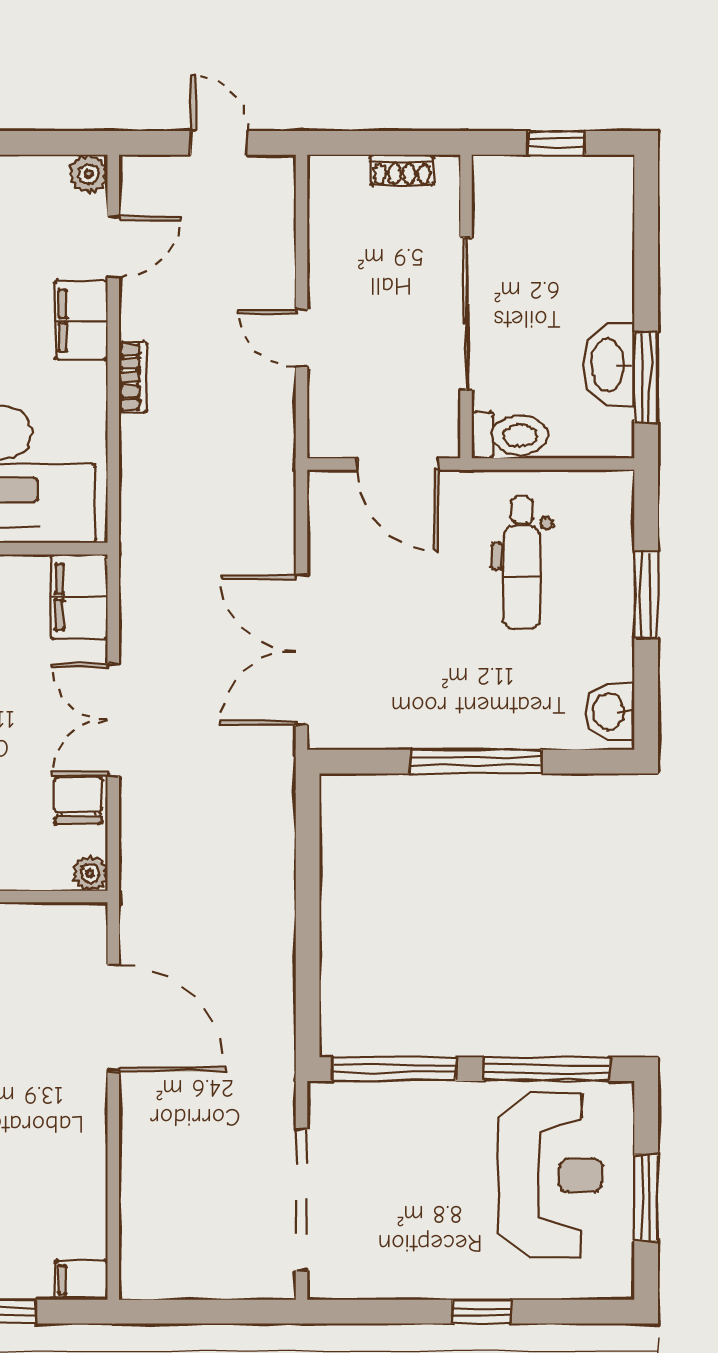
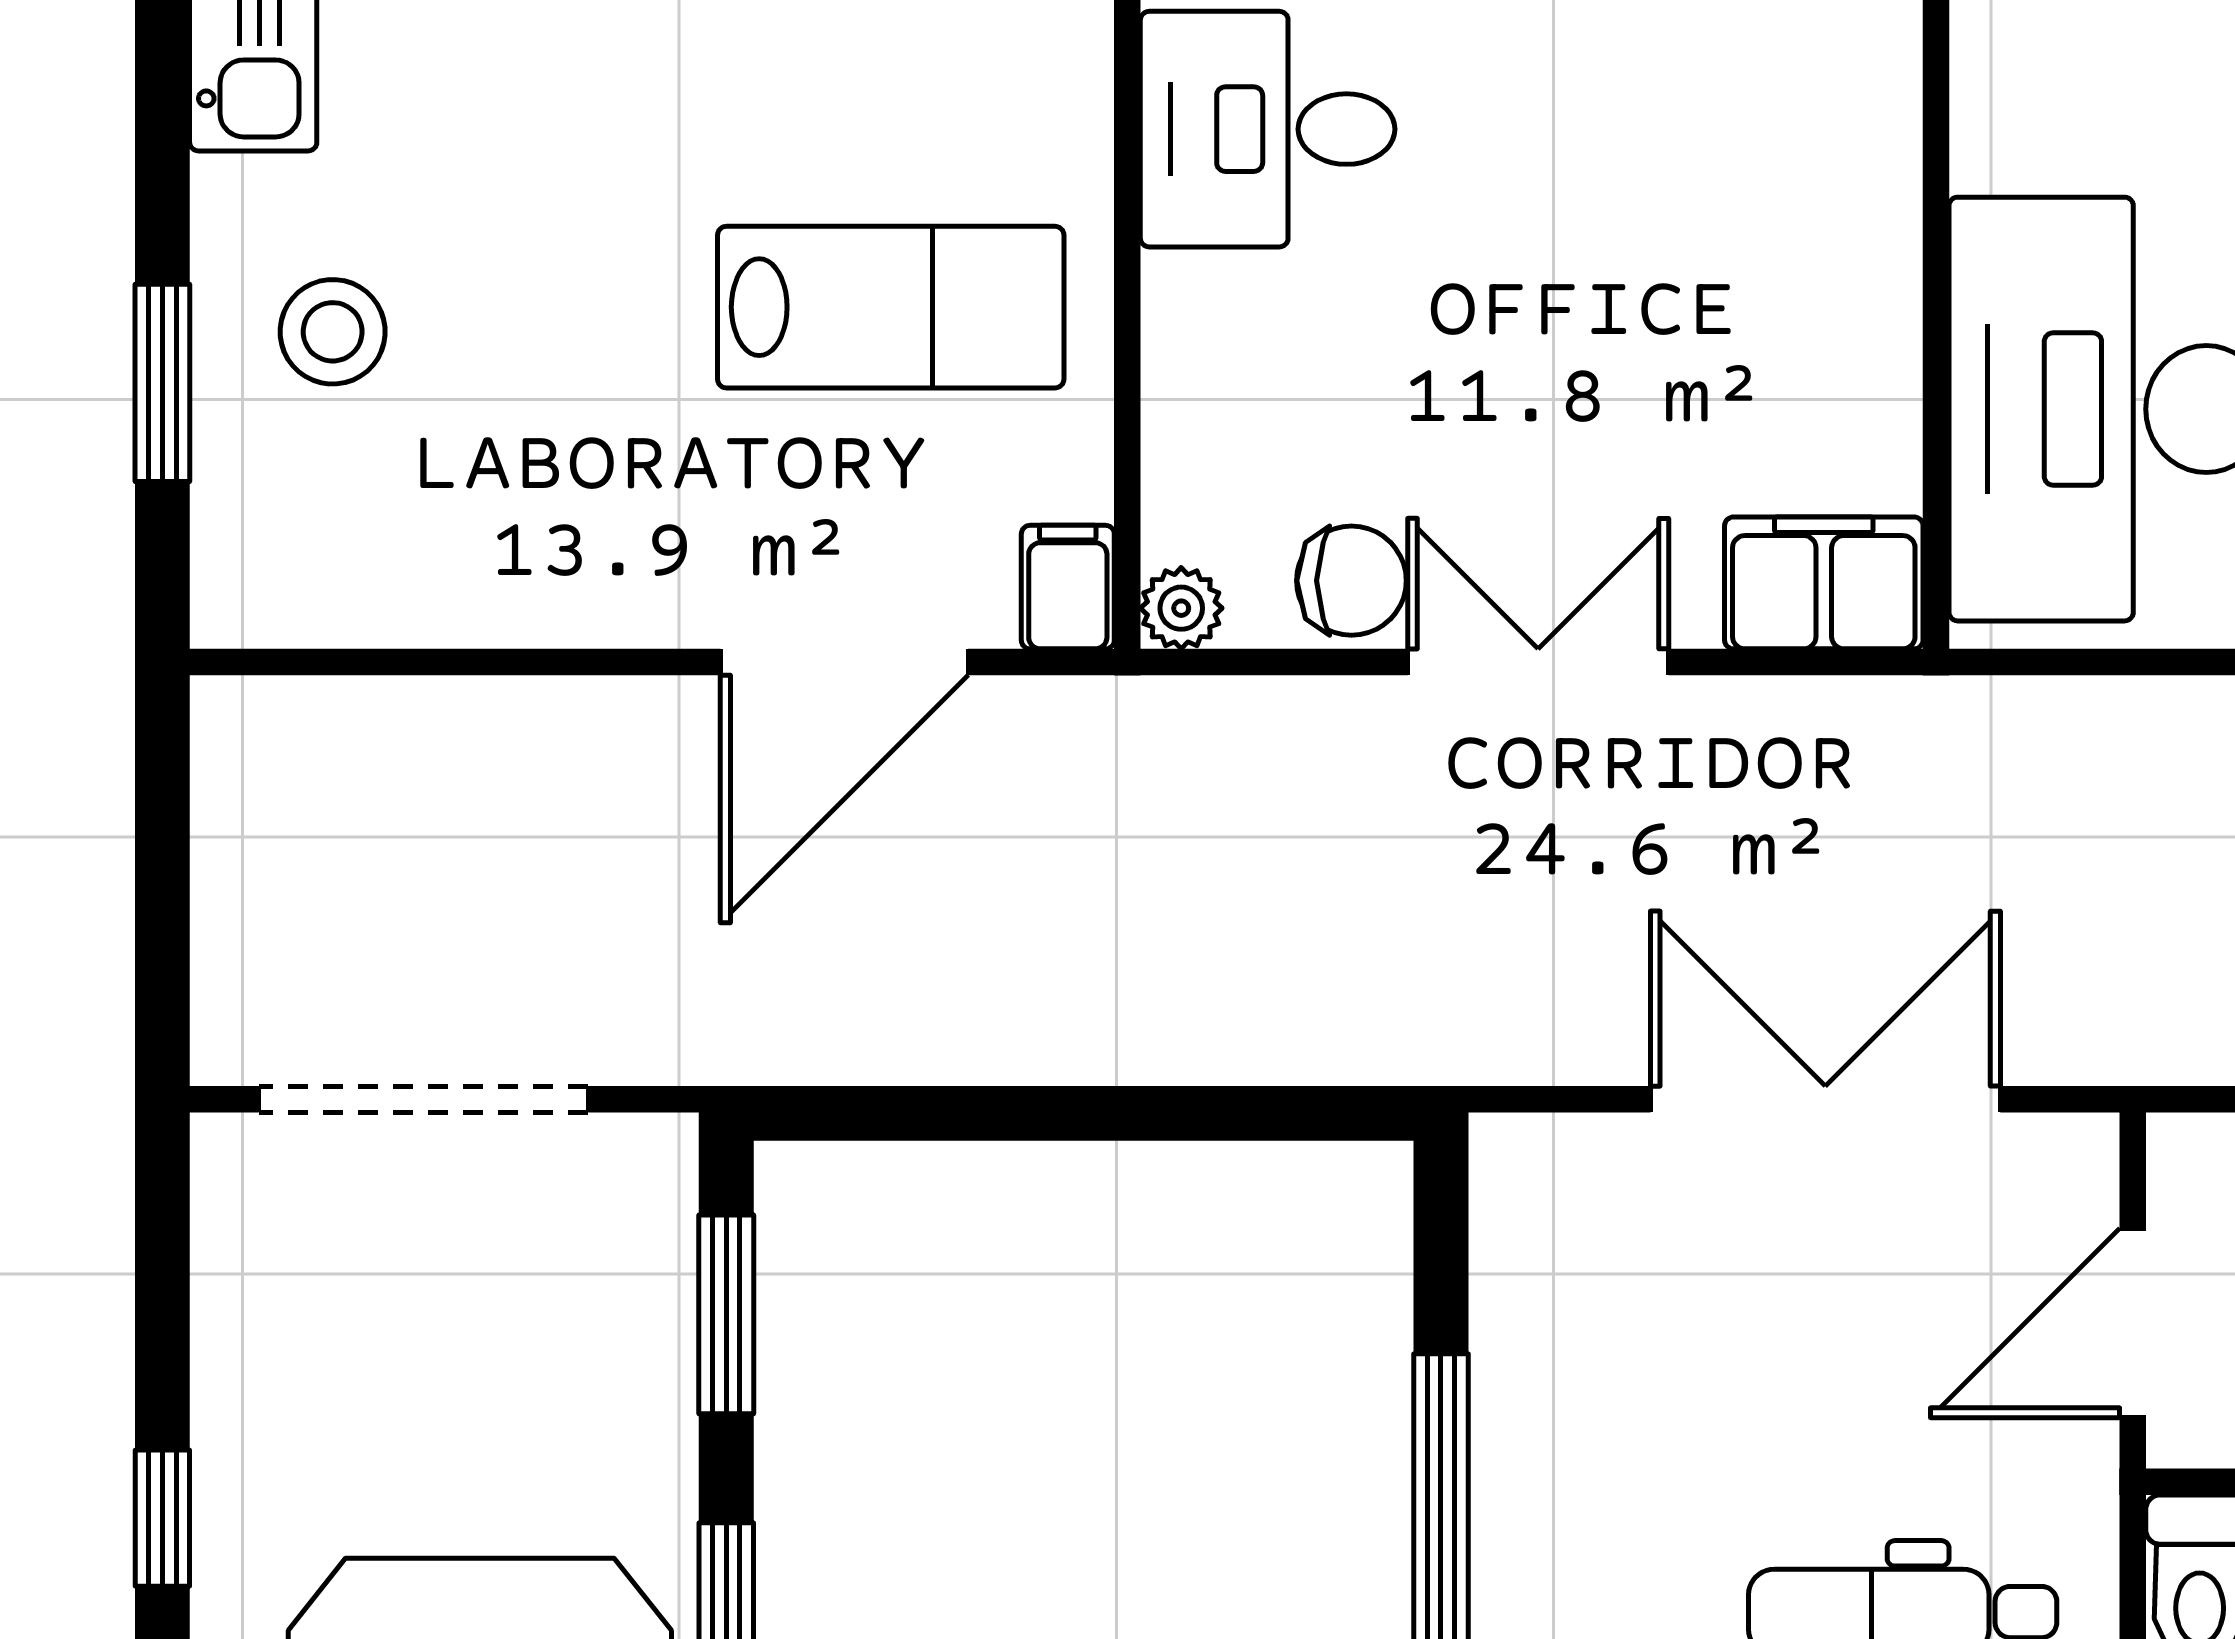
double door: (301, 650) -> (1825, 1099), moved
window: (394, 1069) -> (726, 1314), width x0.69
filing cabinet: (81, 1280) -> (1068, 587), moved

